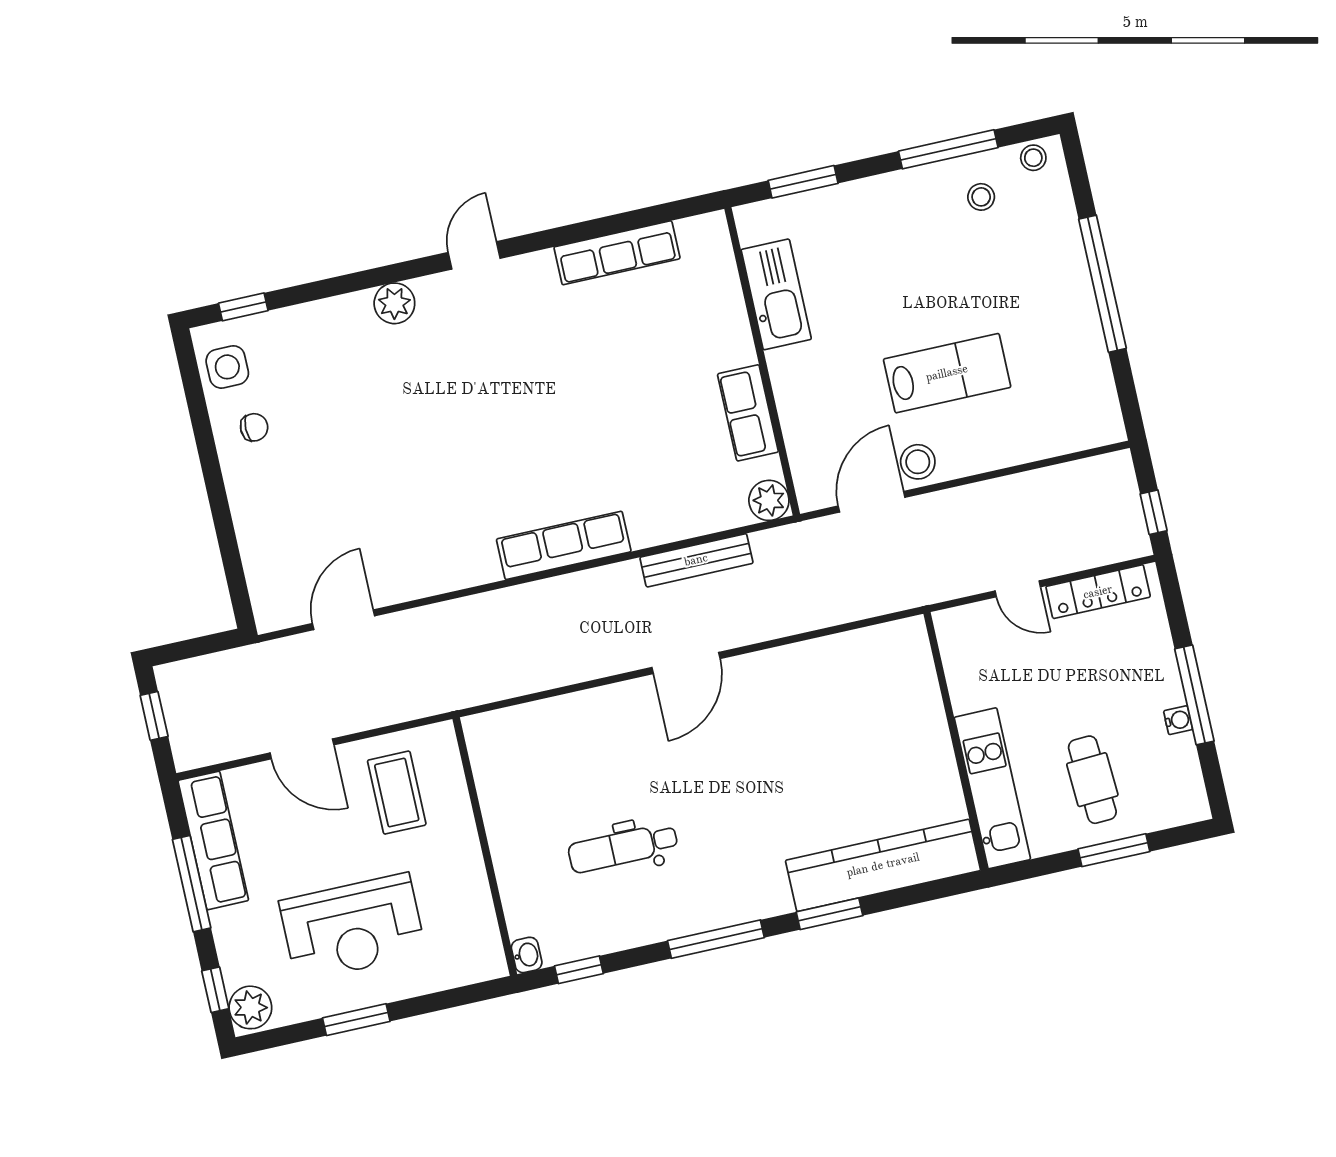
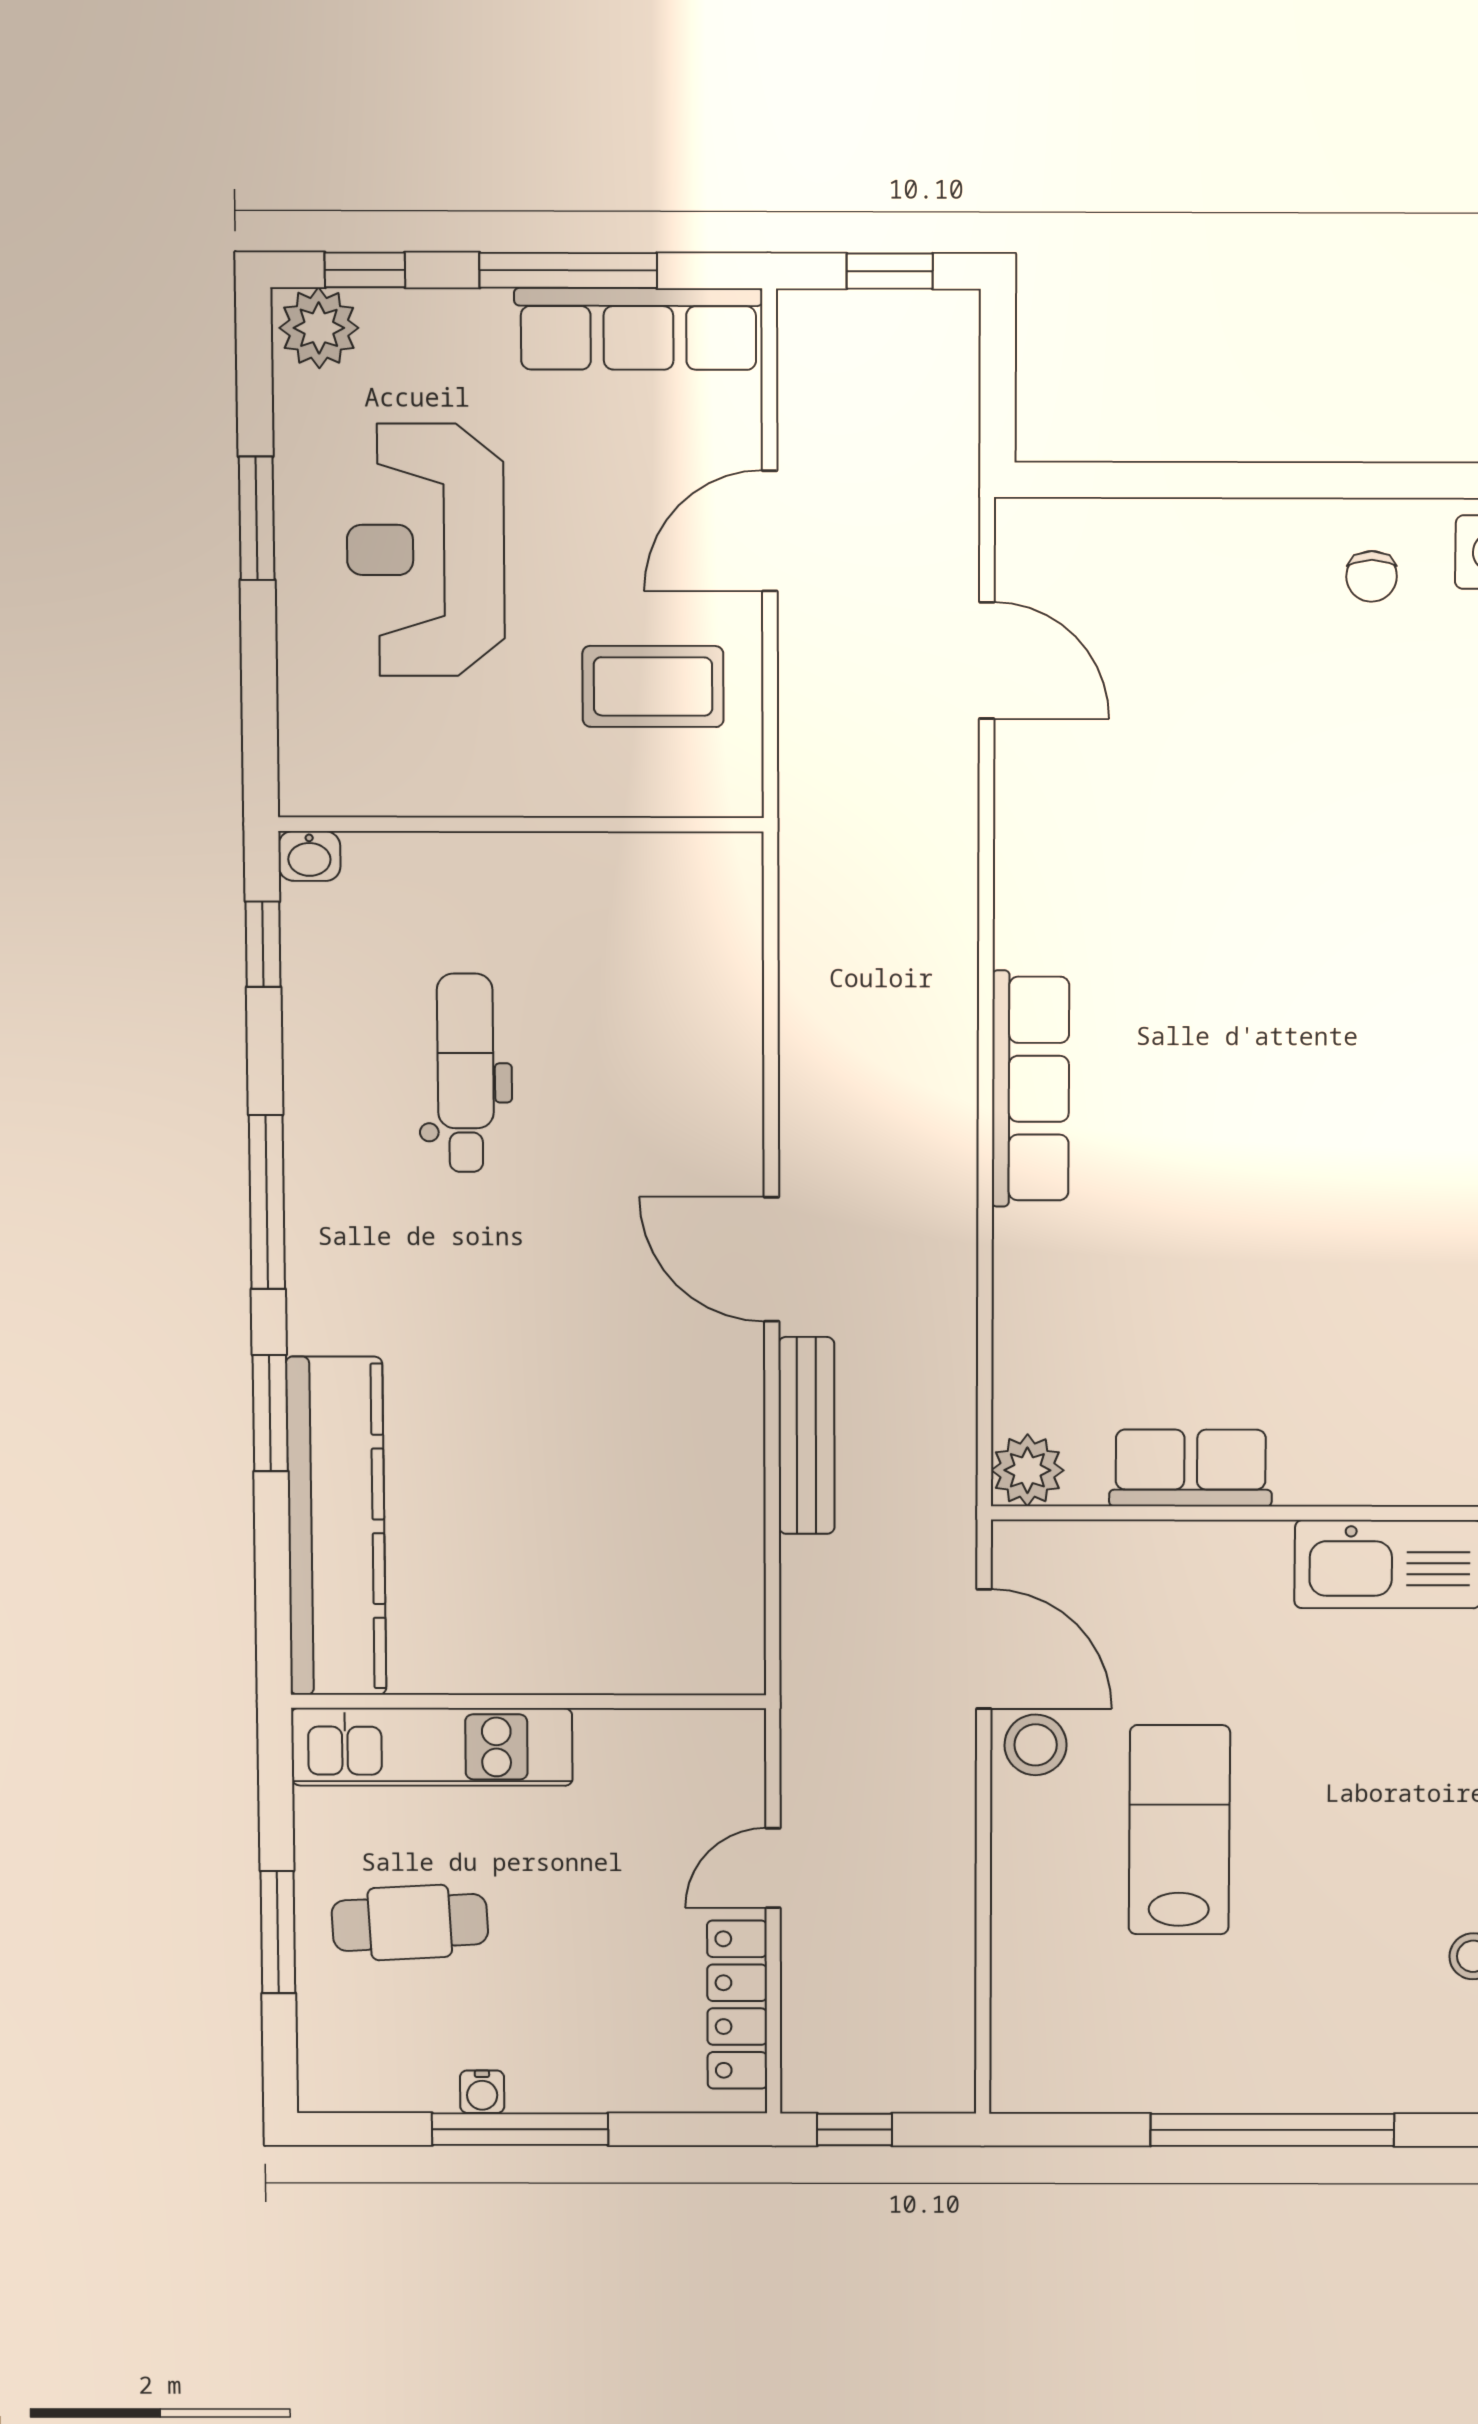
lab bench: (947, 373) -> (1179, 1830), turned 180
bench: (696, 560) -> (806, 1436), moved

